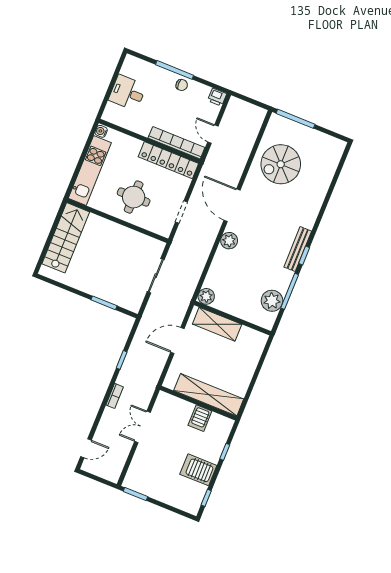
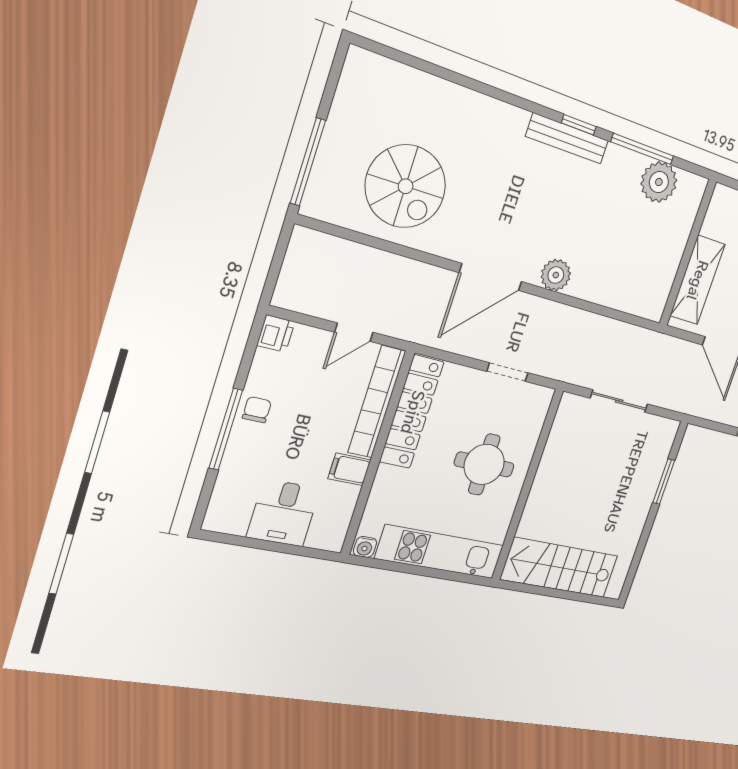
filing cabinet: (144, 127) -> (349, 469), added
plant: (206, 296) -> (652, 306), removed

